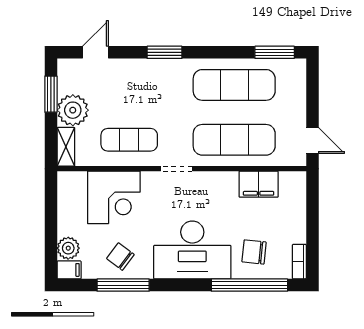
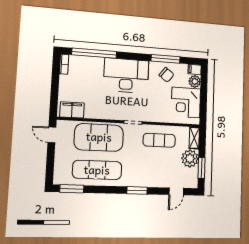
exercise mat: (234, 140) -> (99, 137), width x1.47
filing cabinet: (259, 184) -> (72, 110), moved
corner desk: (114, 197) -> (186, 102), moved, turned -90
chair: (254, 252) -> (91, 72), removed

